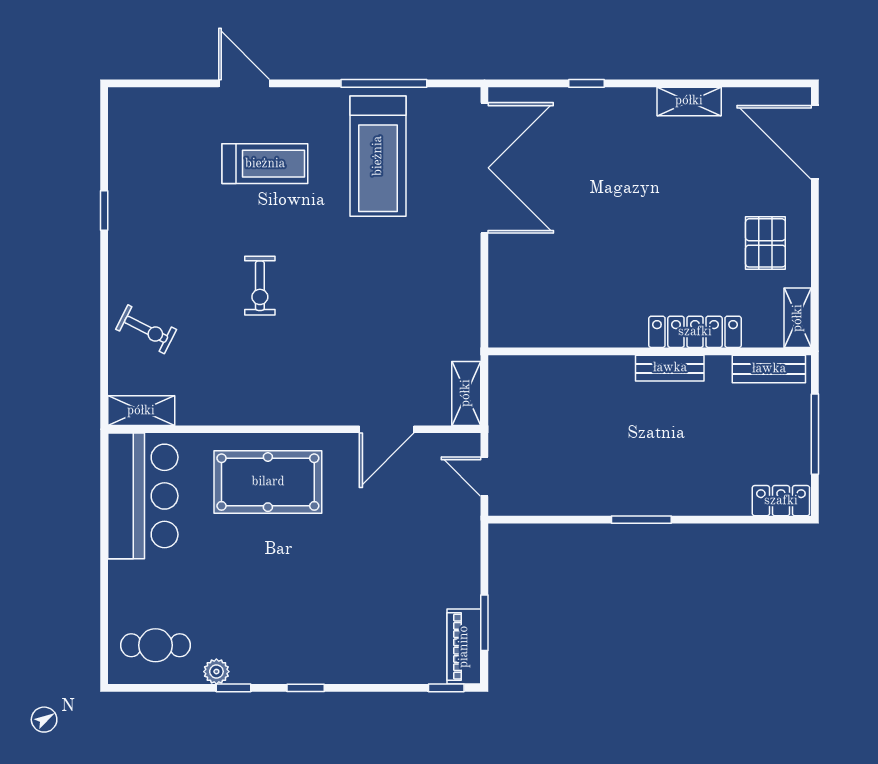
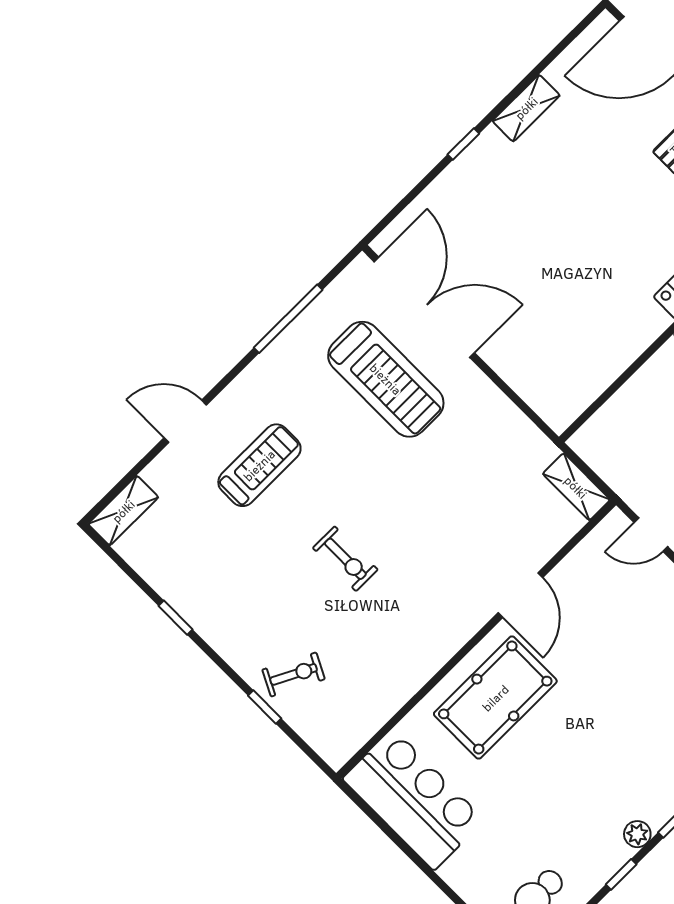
window: (586, 83) -> (463, 144), moved
treadmill: (378, 156) -> (386, 379), moved
window: (104, 332) -> (265, 707), added
shelving: (141, 411) -> (123, 511), moved
door: (387, 429) -> (520, 595), moved
plant: (216, 672) -> (637, 834), moved

